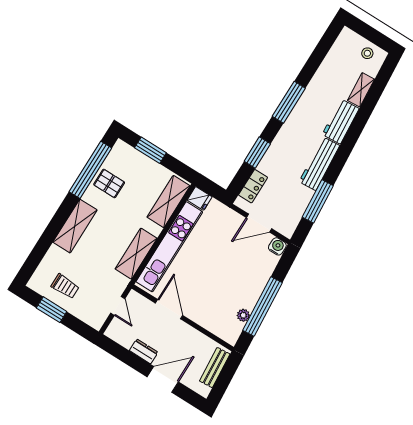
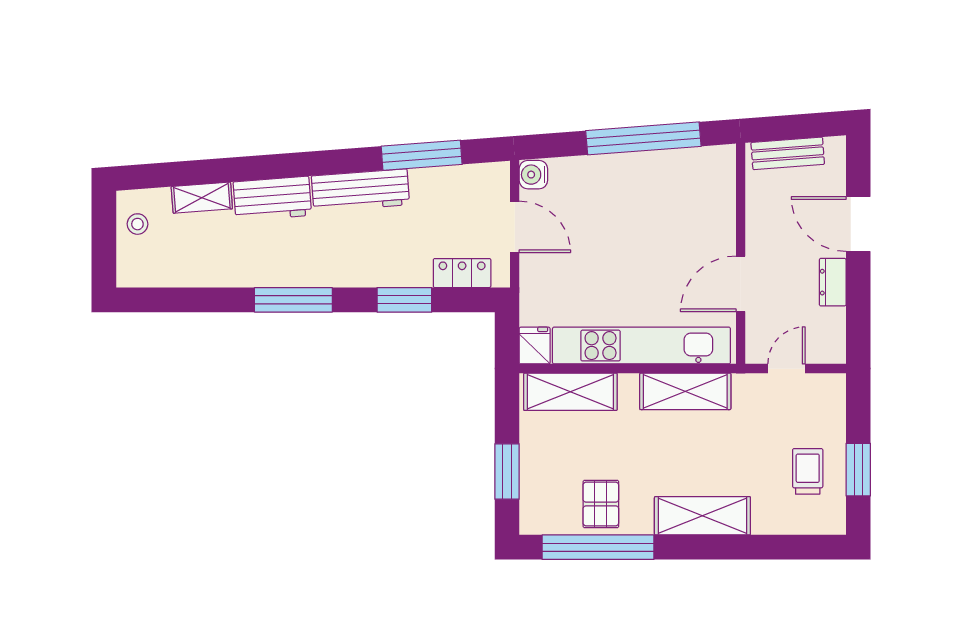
plant: (243, 315) -> (676, 160), removed

